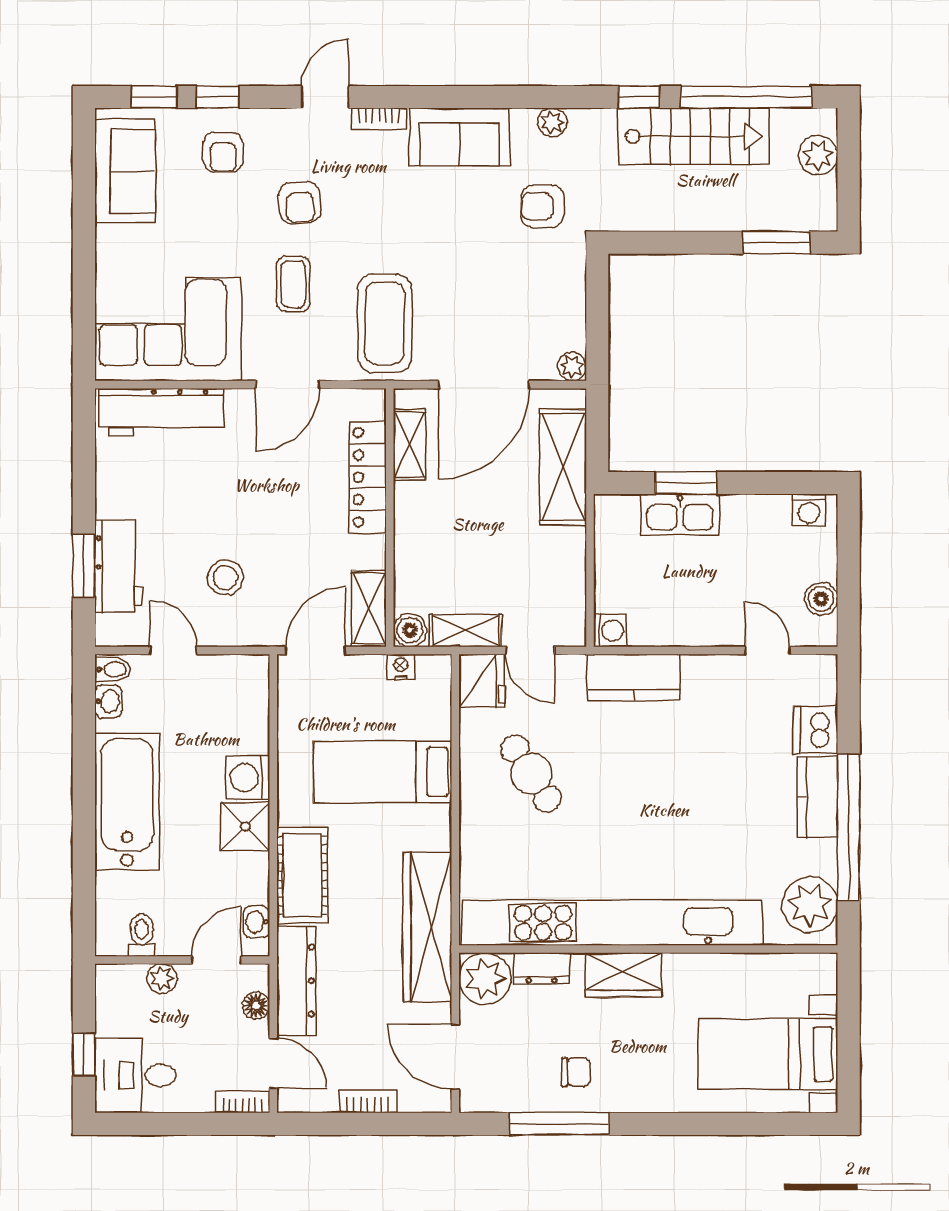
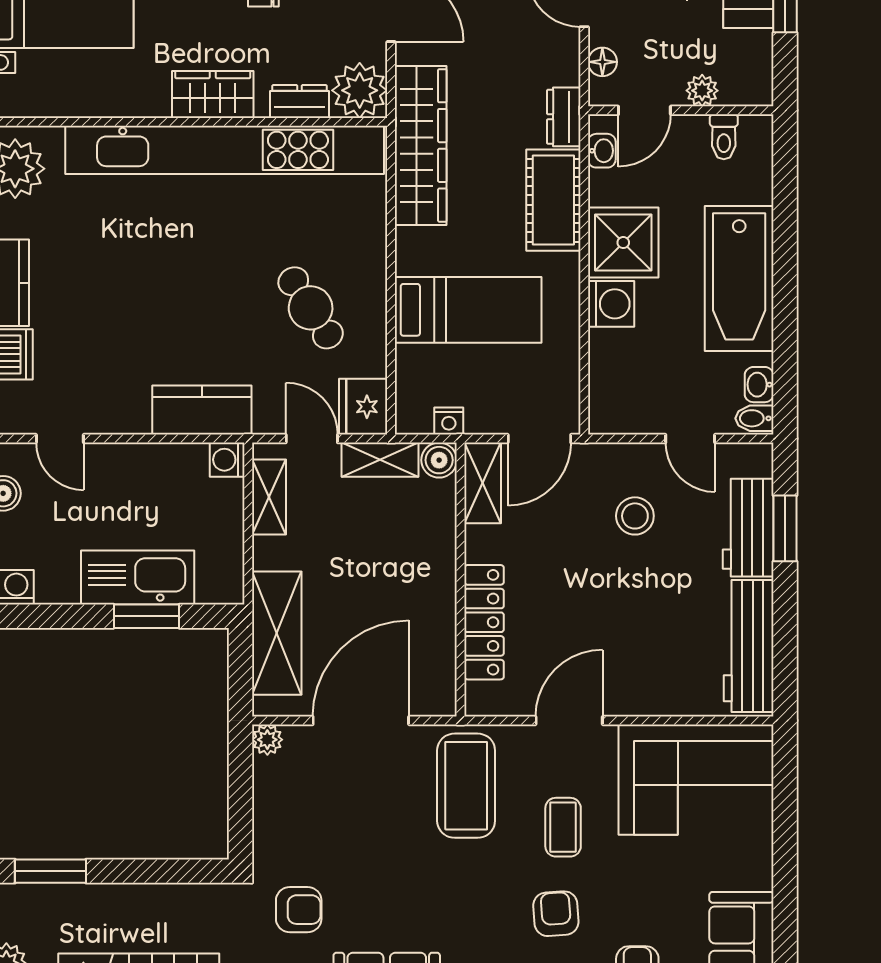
workbench: (161, 412) -> (749, 646), moved, turned -90
shelving: (409, 445) -> (269, 497), moved
kitchen sink: (680, 514) -> (138, 578), width x1.36, depth x1.24
shower: (245, 826) -> (623, 243), width x1.36, depth x1.36
dresser: (296, 981) -> (564, 117), width x0.51, depth x0.80

